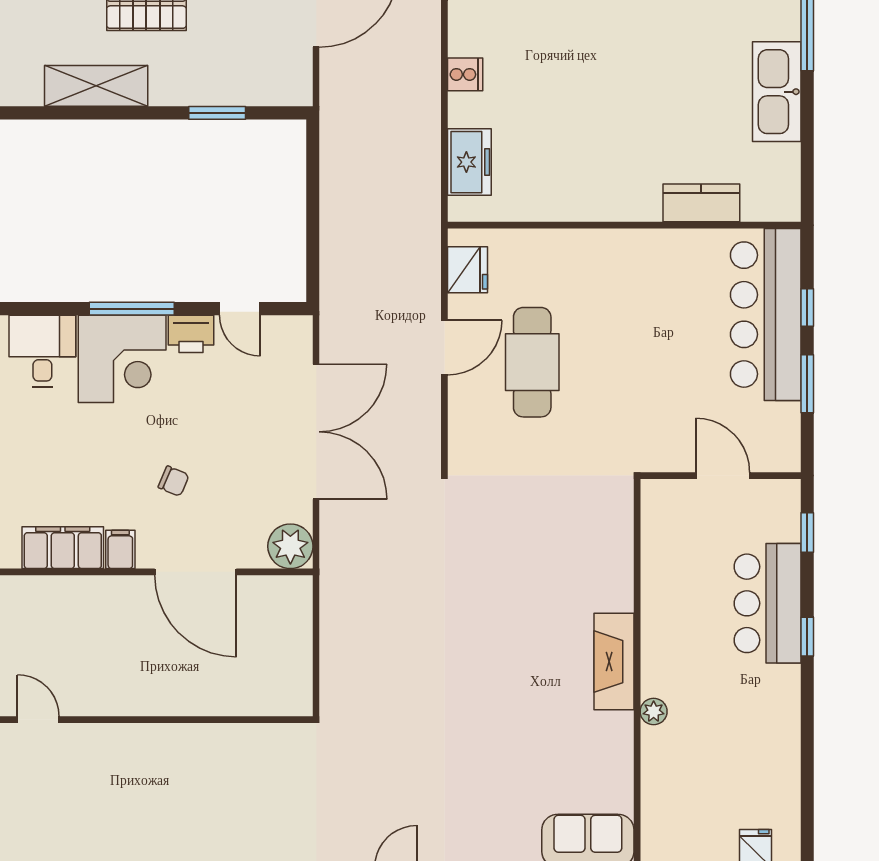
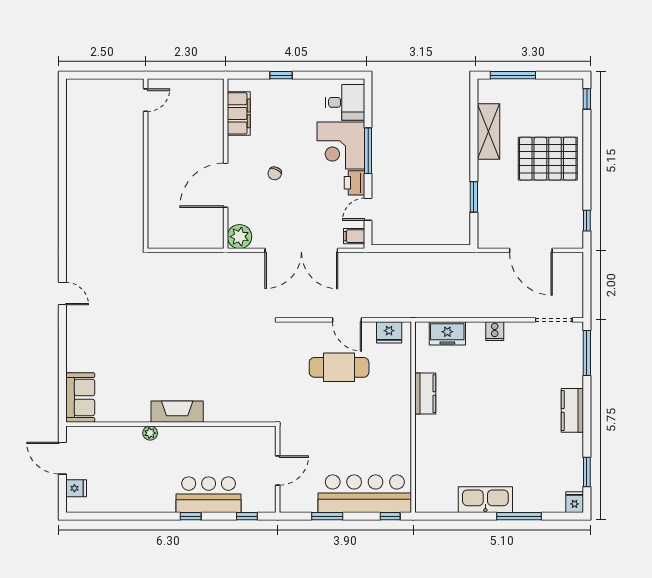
kitchen counter: (701, 203) -> (425, 394), moved
window: (807, 307) -> (390, 516), moved
filing cabinet: (120, 549) -> (354, 236), moved, turned 180

